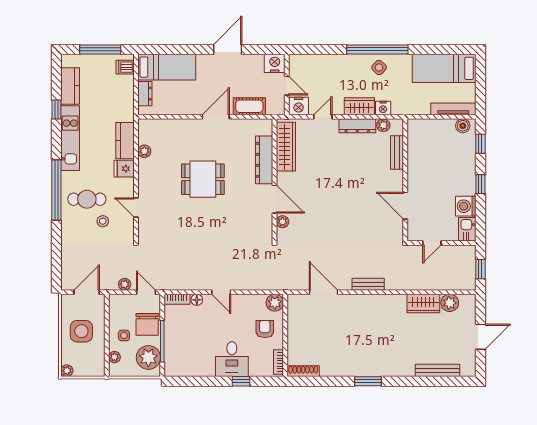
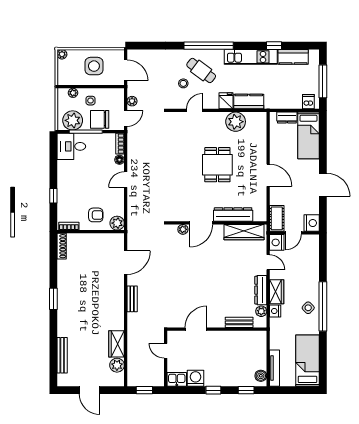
cot: (249, 106) -> (277, 218), moved
plant: (144, 151) -> (236, 122), width x1.88, depth x1.88
cafe table: (87, 199) -> (201, 71), turned -53
desk: (232, 359) -> (71, 146), moved

